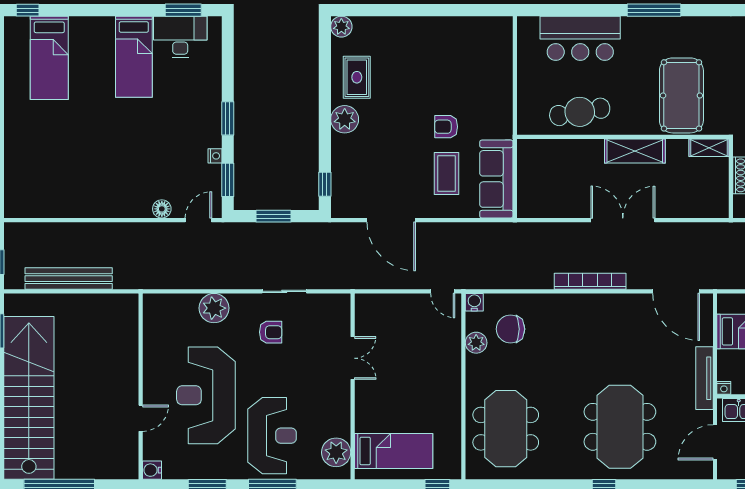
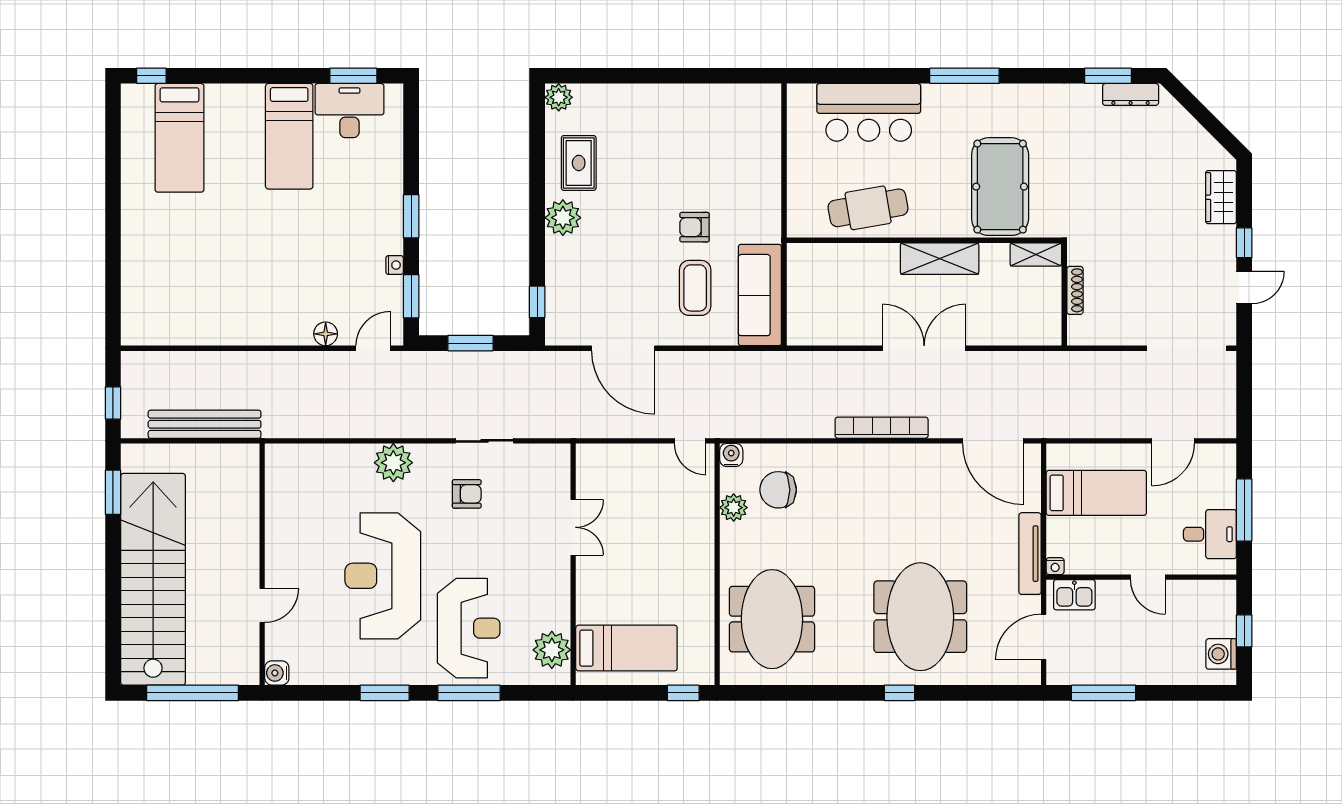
wall: (141, 386) -> (262, 564), moved
door: (141, 418) -> (262, 606), moved
water cooler: (152, 470) -> (277, 673), moved

